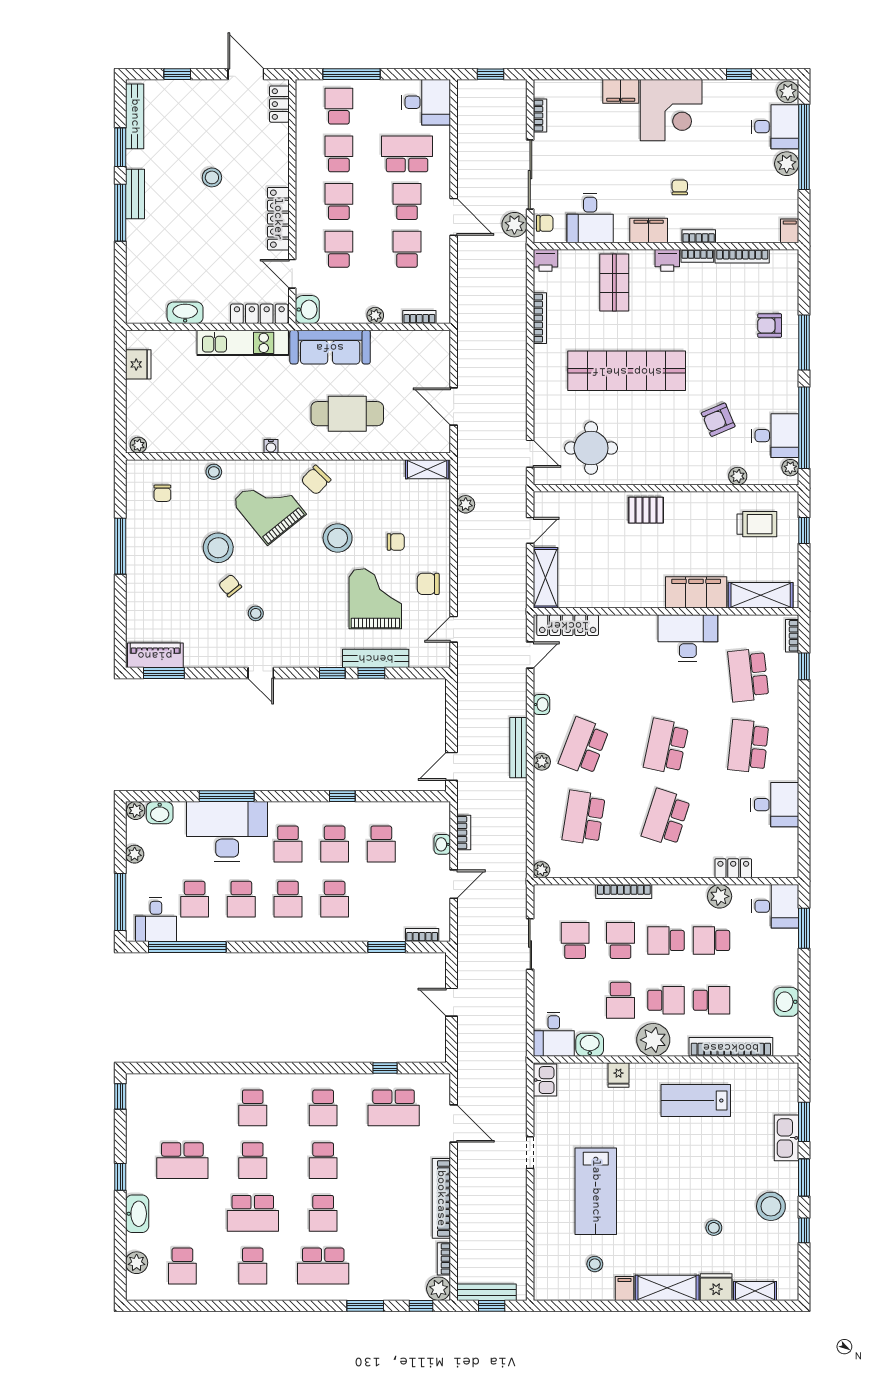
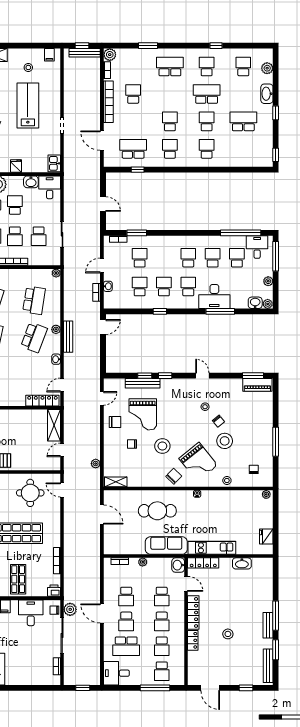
filing cabinet: (621, 91) -> (15, 679), removed
locker: (279, 104) -> (193, 640), moved
desk: (227, 832) -> (214, 296), width x0.73, depth x0.77
school desk: (335, 899) -> (140, 258), moved
school desk: (323, 1213) -> (133, 94), moved
filing cabinet: (624, 1288) -> (49, 55), moved
window: (421, 1306) -> (216, 46), moved

